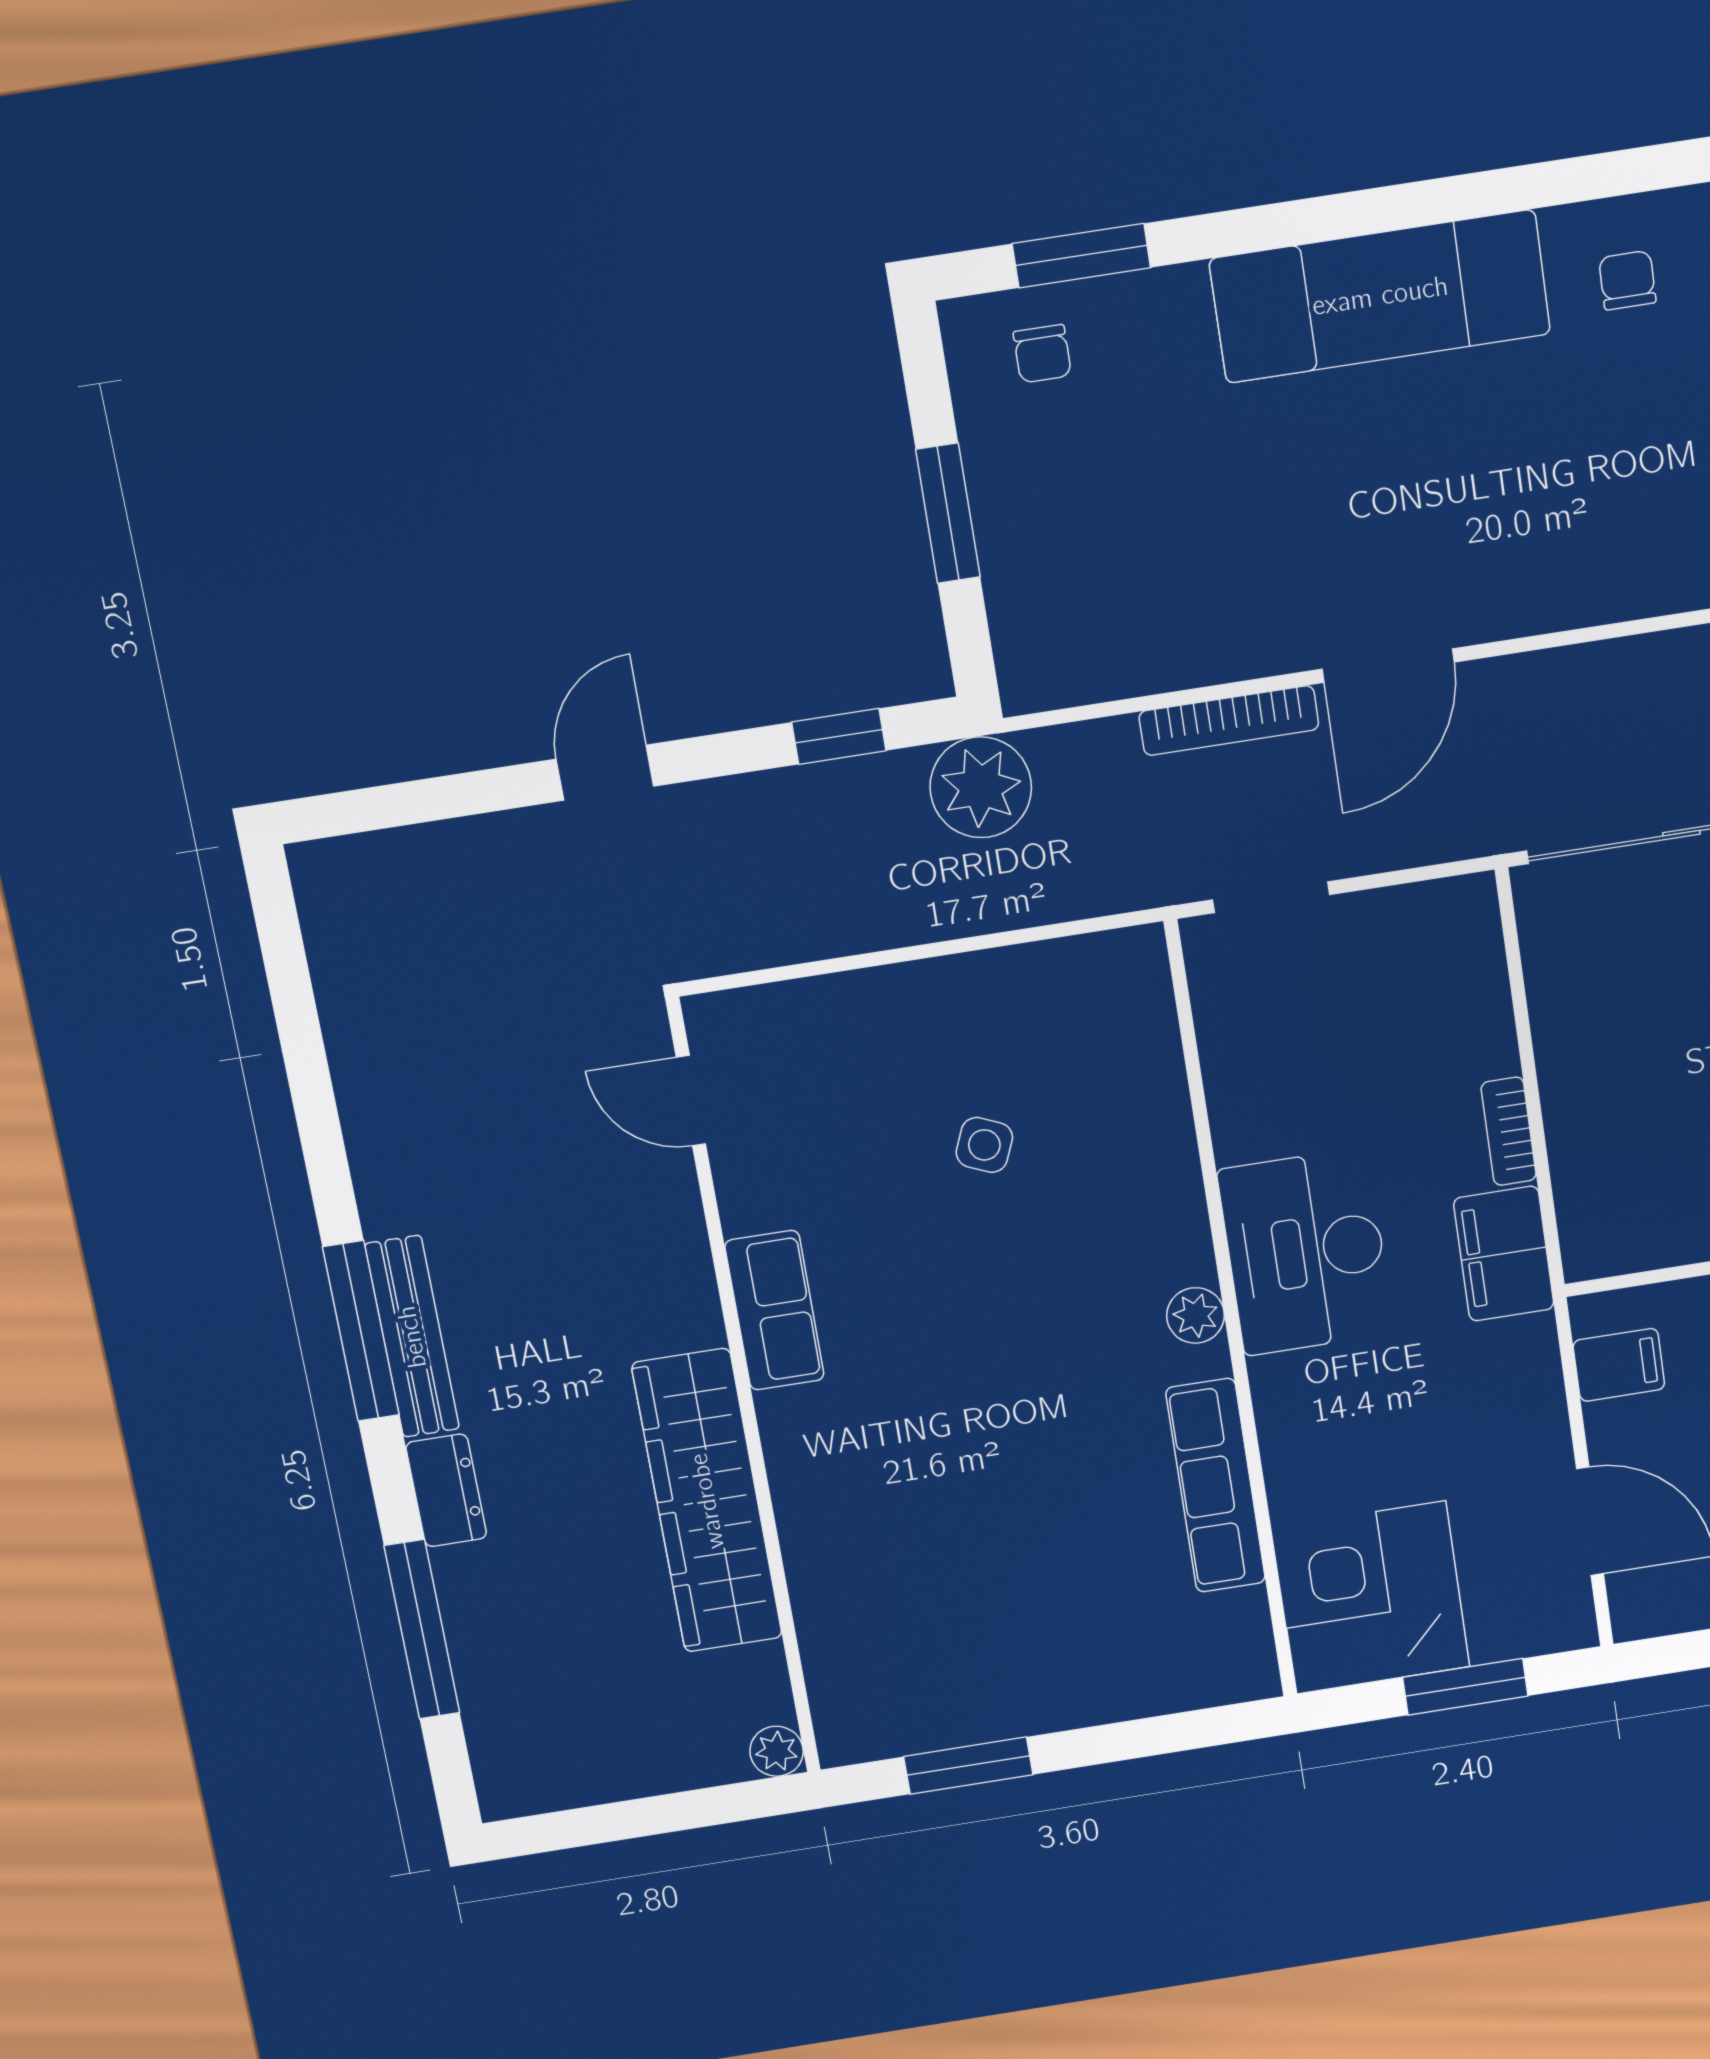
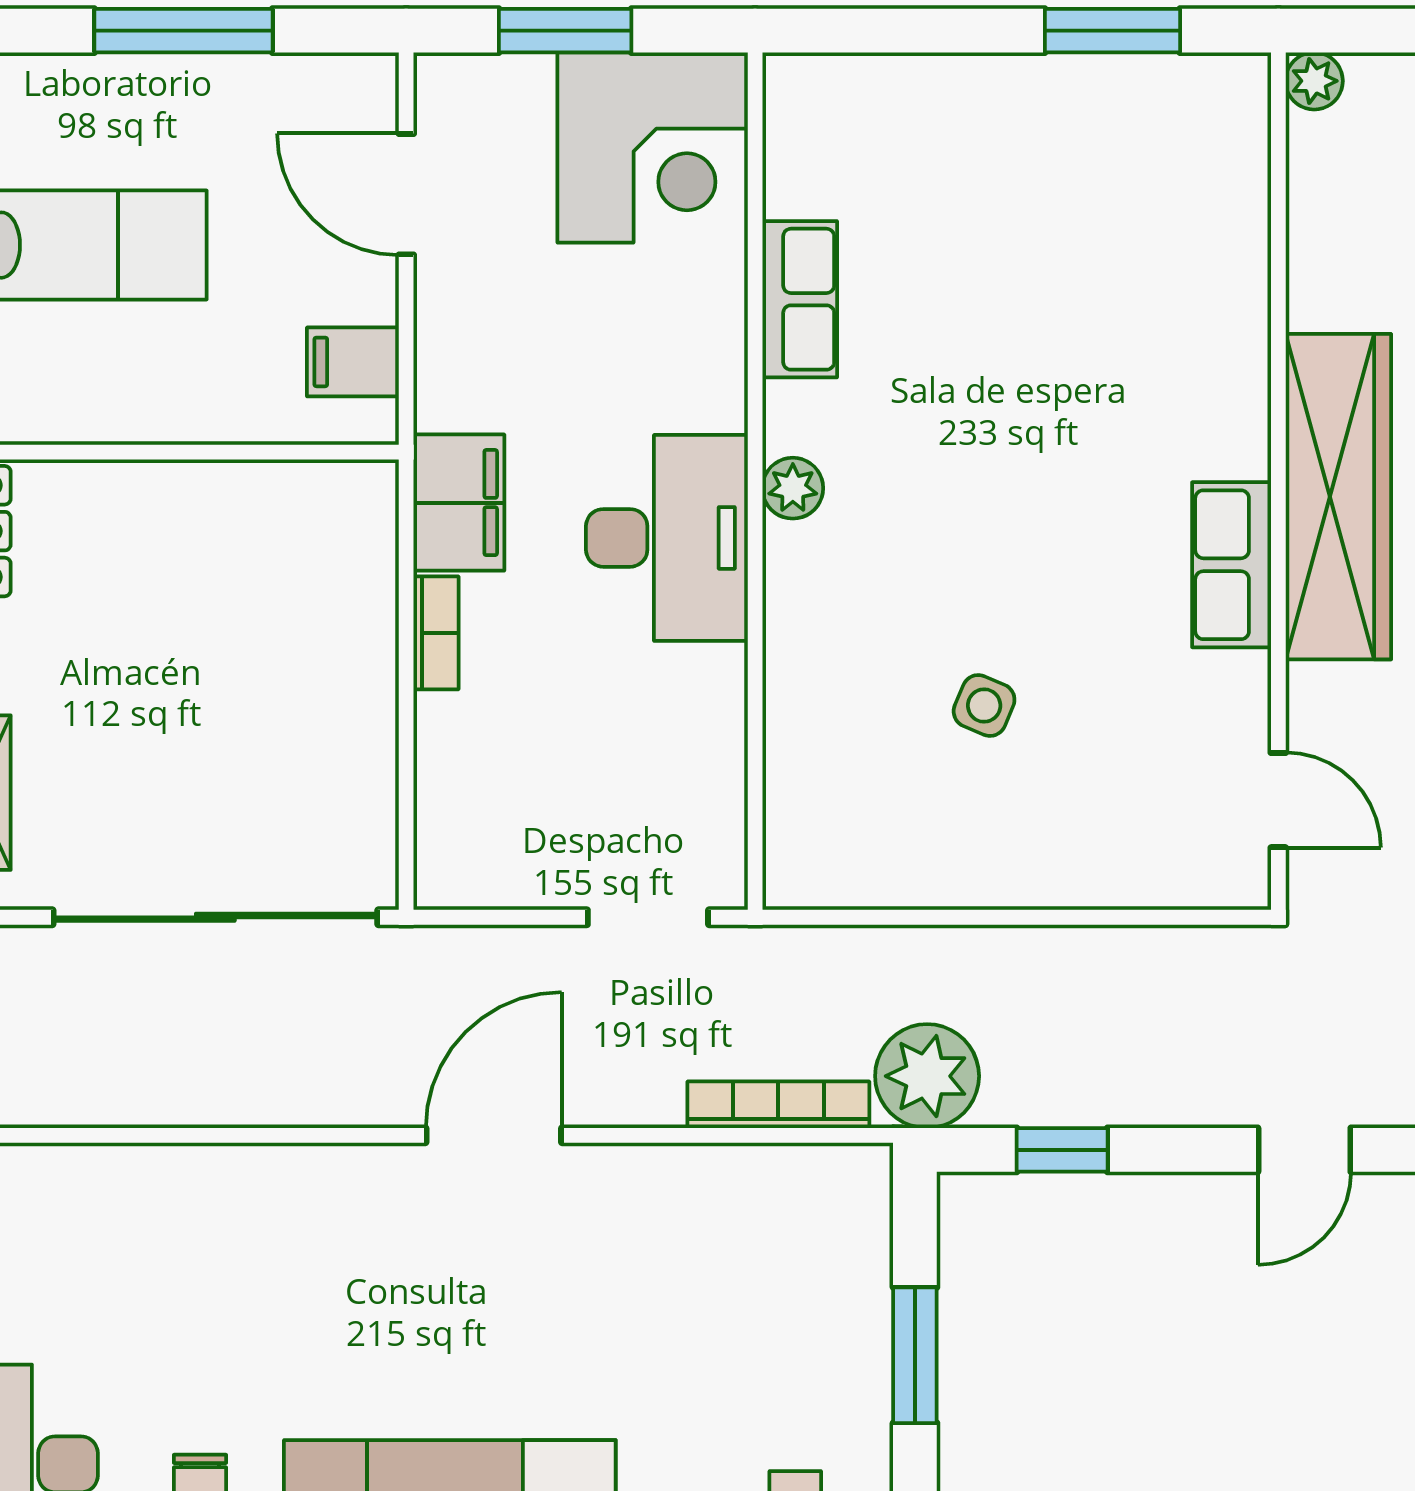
bookcase: (1229, 721) -> (778, 1105), moved
row of seats: (1216, 1486) -> (800, 299), width x0.68
wardrobe: (707, 1501) -> (1338, 497), moved

